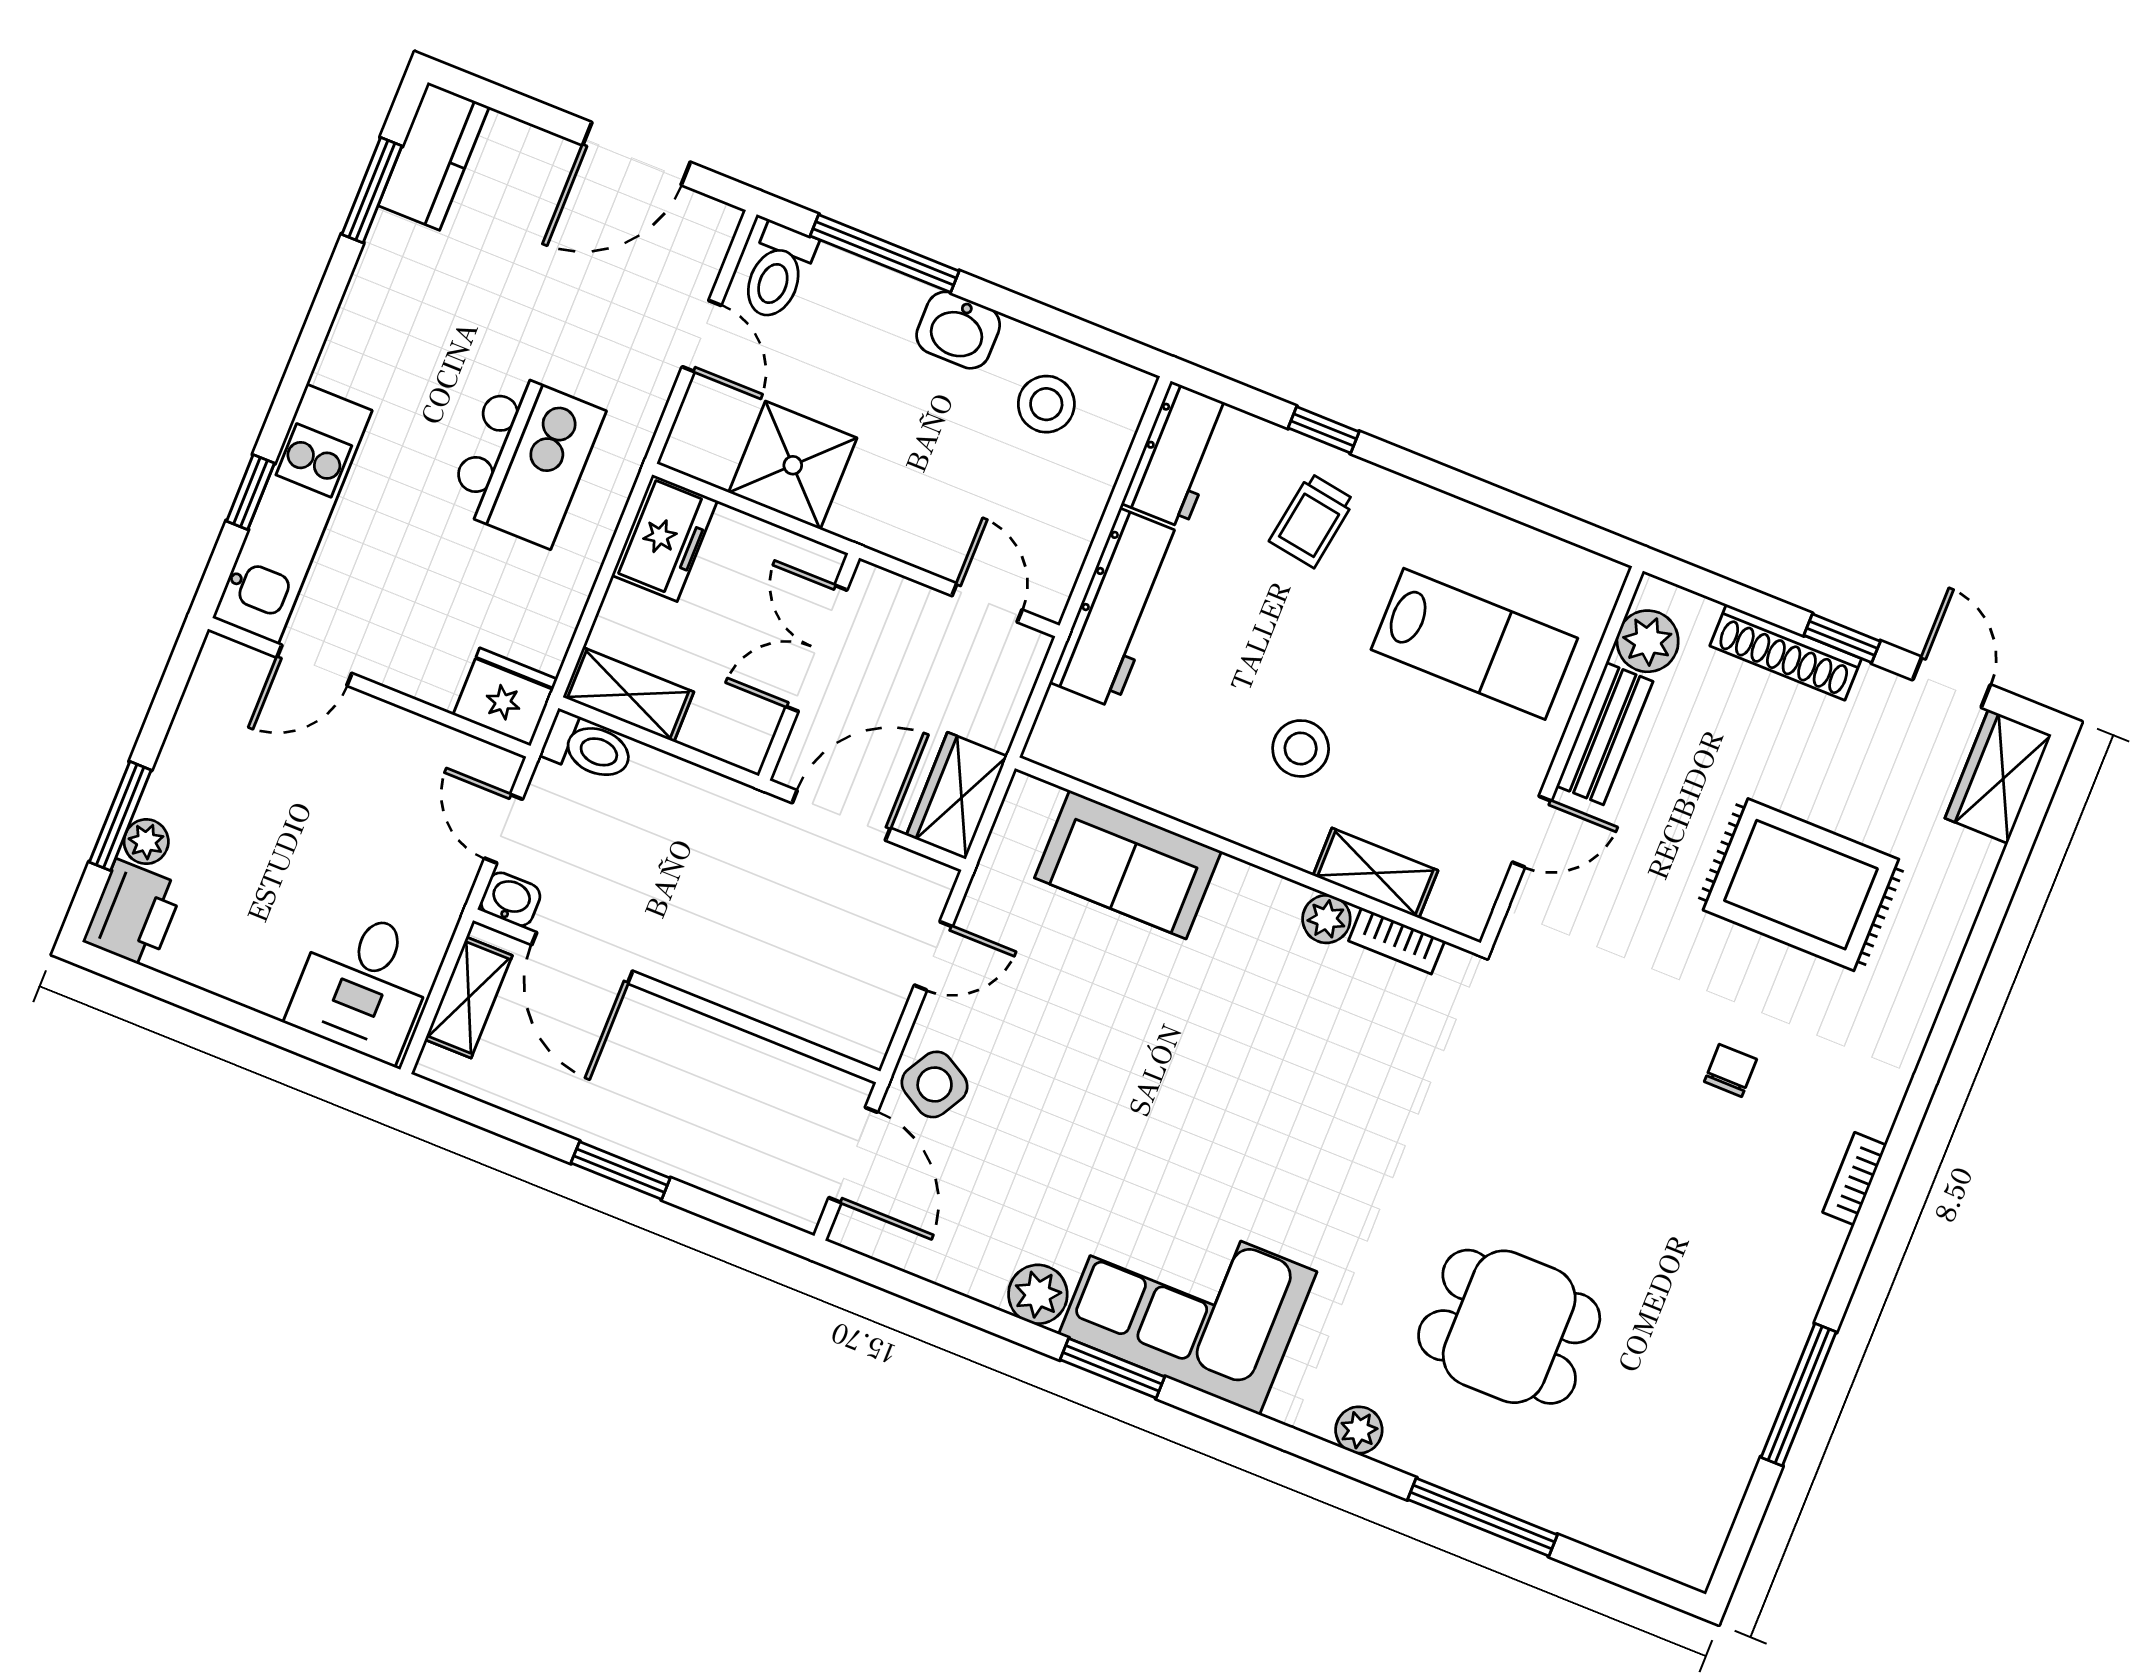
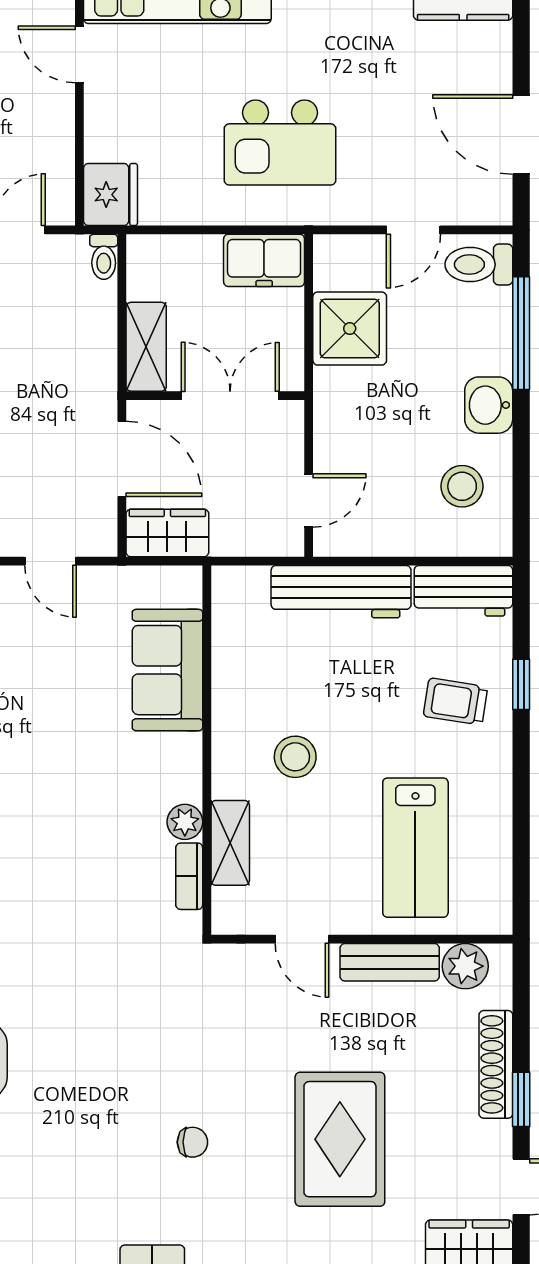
shelving: (628, 695) -> (146, 347), moved
toilet: (588, 747) -> (104, 257), width x0.73, depth x0.72

